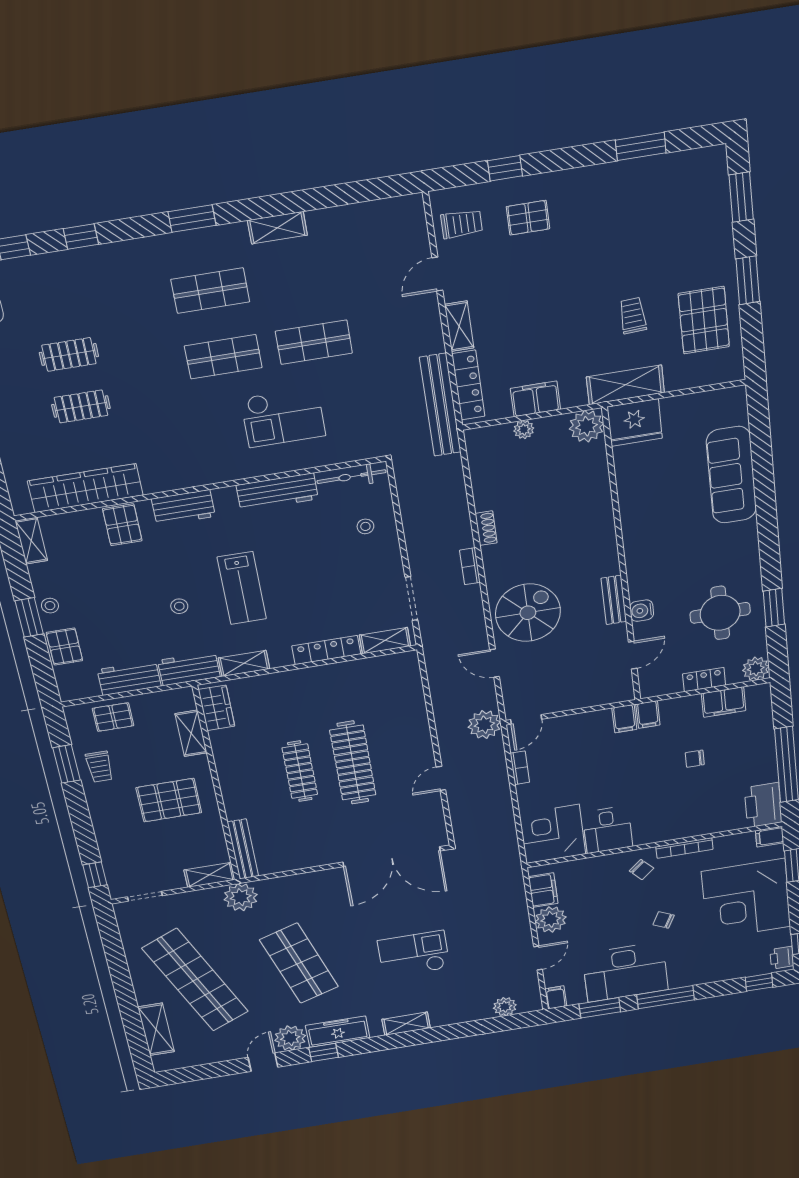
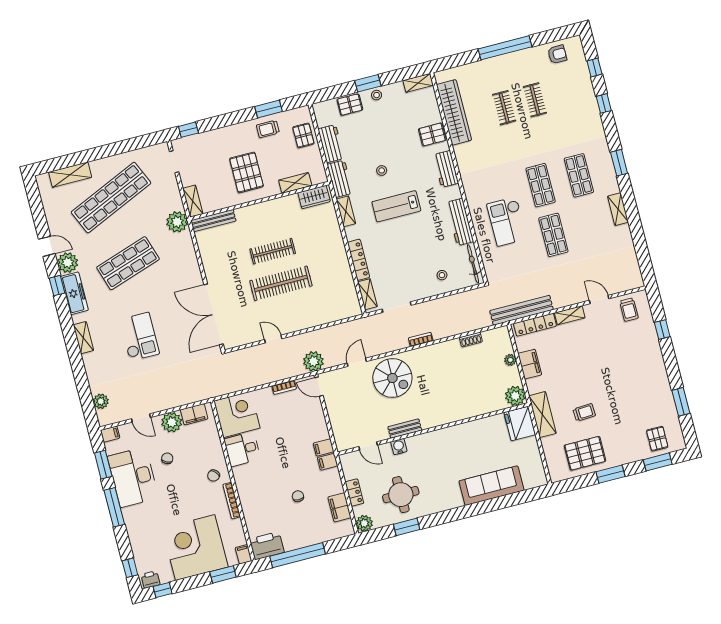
pallet: (528, 218) -> (657, 439), moved
shoe rack: (486, 528) -> (471, 340), moved
chair: (664, 920) -> (167, 458), moved

